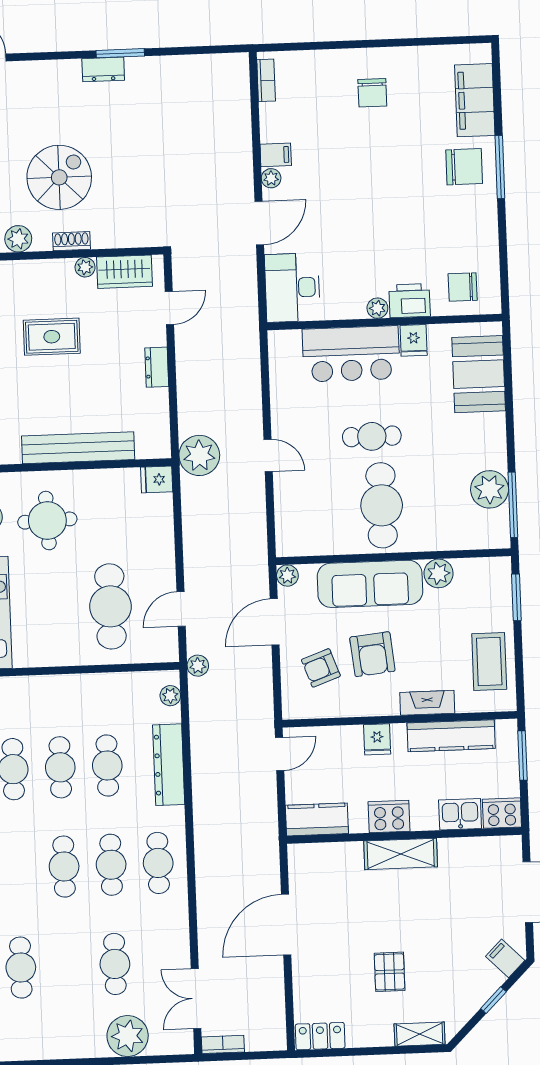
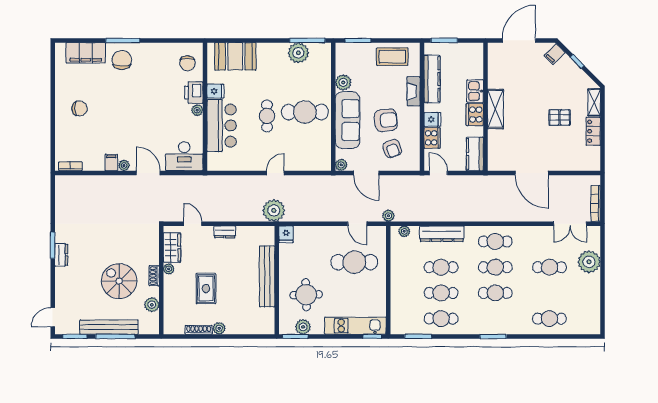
cooker: (502, 813) -> (432, 138), moved, turned 180
kitchen sink: (460, 814) -> (475, 91), moved
locker: (320, 1036) -> (593, 131), moved
bookcase: (223, 1044) -> (596, 203), width x1.56

